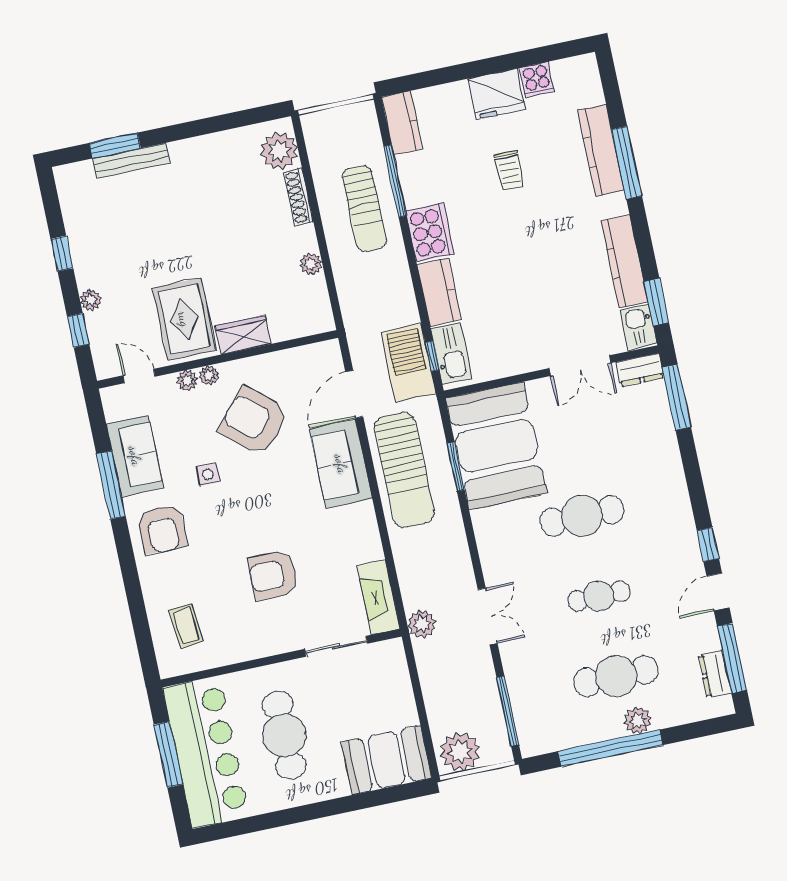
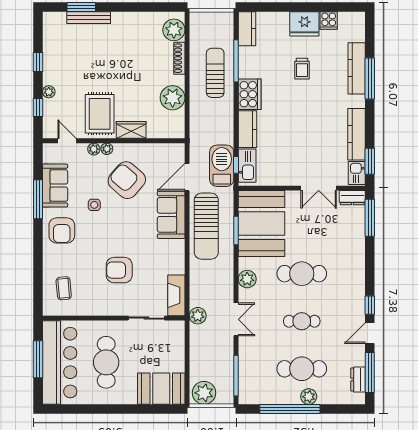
sun lounger: (364, 209) -> (215, 73), turned 180
plant: (311, 264) -> (173, 98), width x1.87, depth x1.87
plant: (492, 544) -> (247, 279), added

